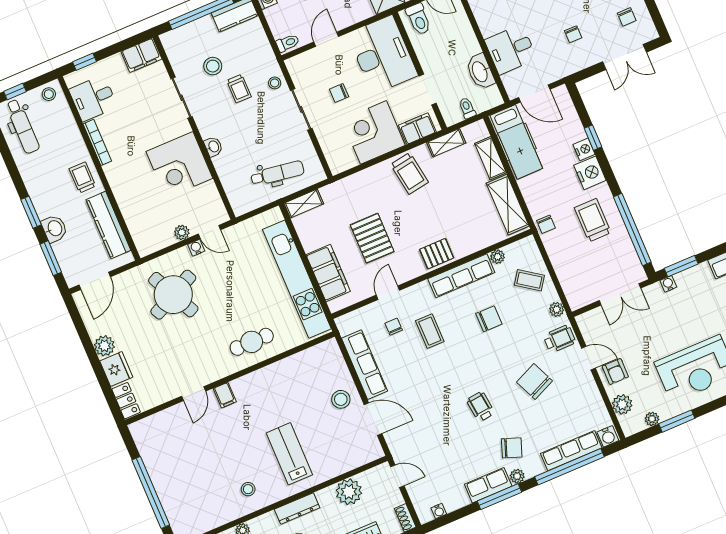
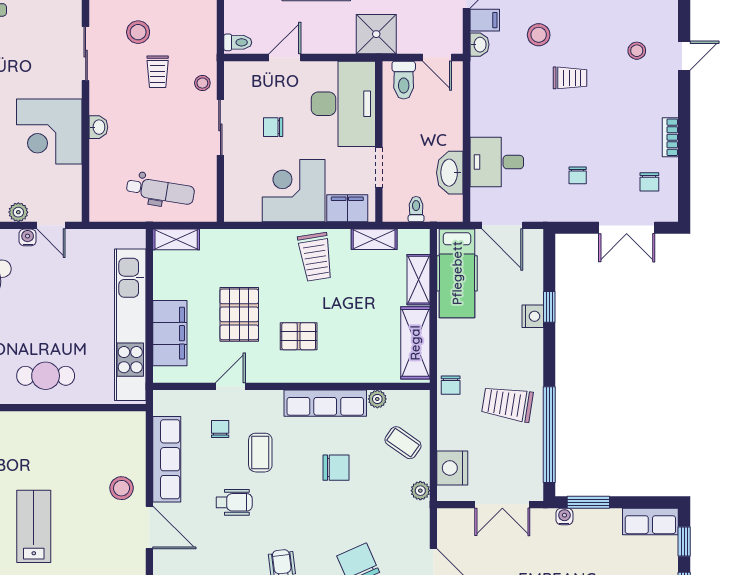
nightstand: (590, 173) -> (452, 468), moved, turned 180
trolley: (593, 220) -> (507, 404), turned -81
pallet: (437, 254) -> (299, 336), moved
wheelchair: (559, 339) -> (234, 502), moved

